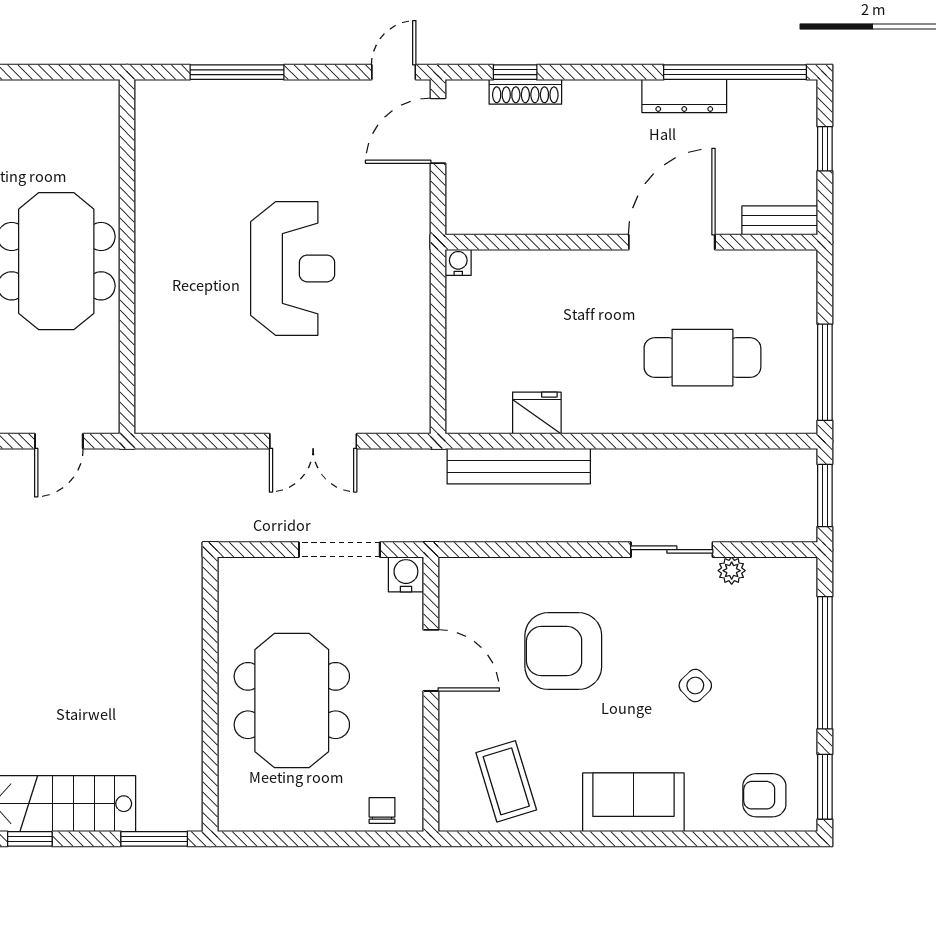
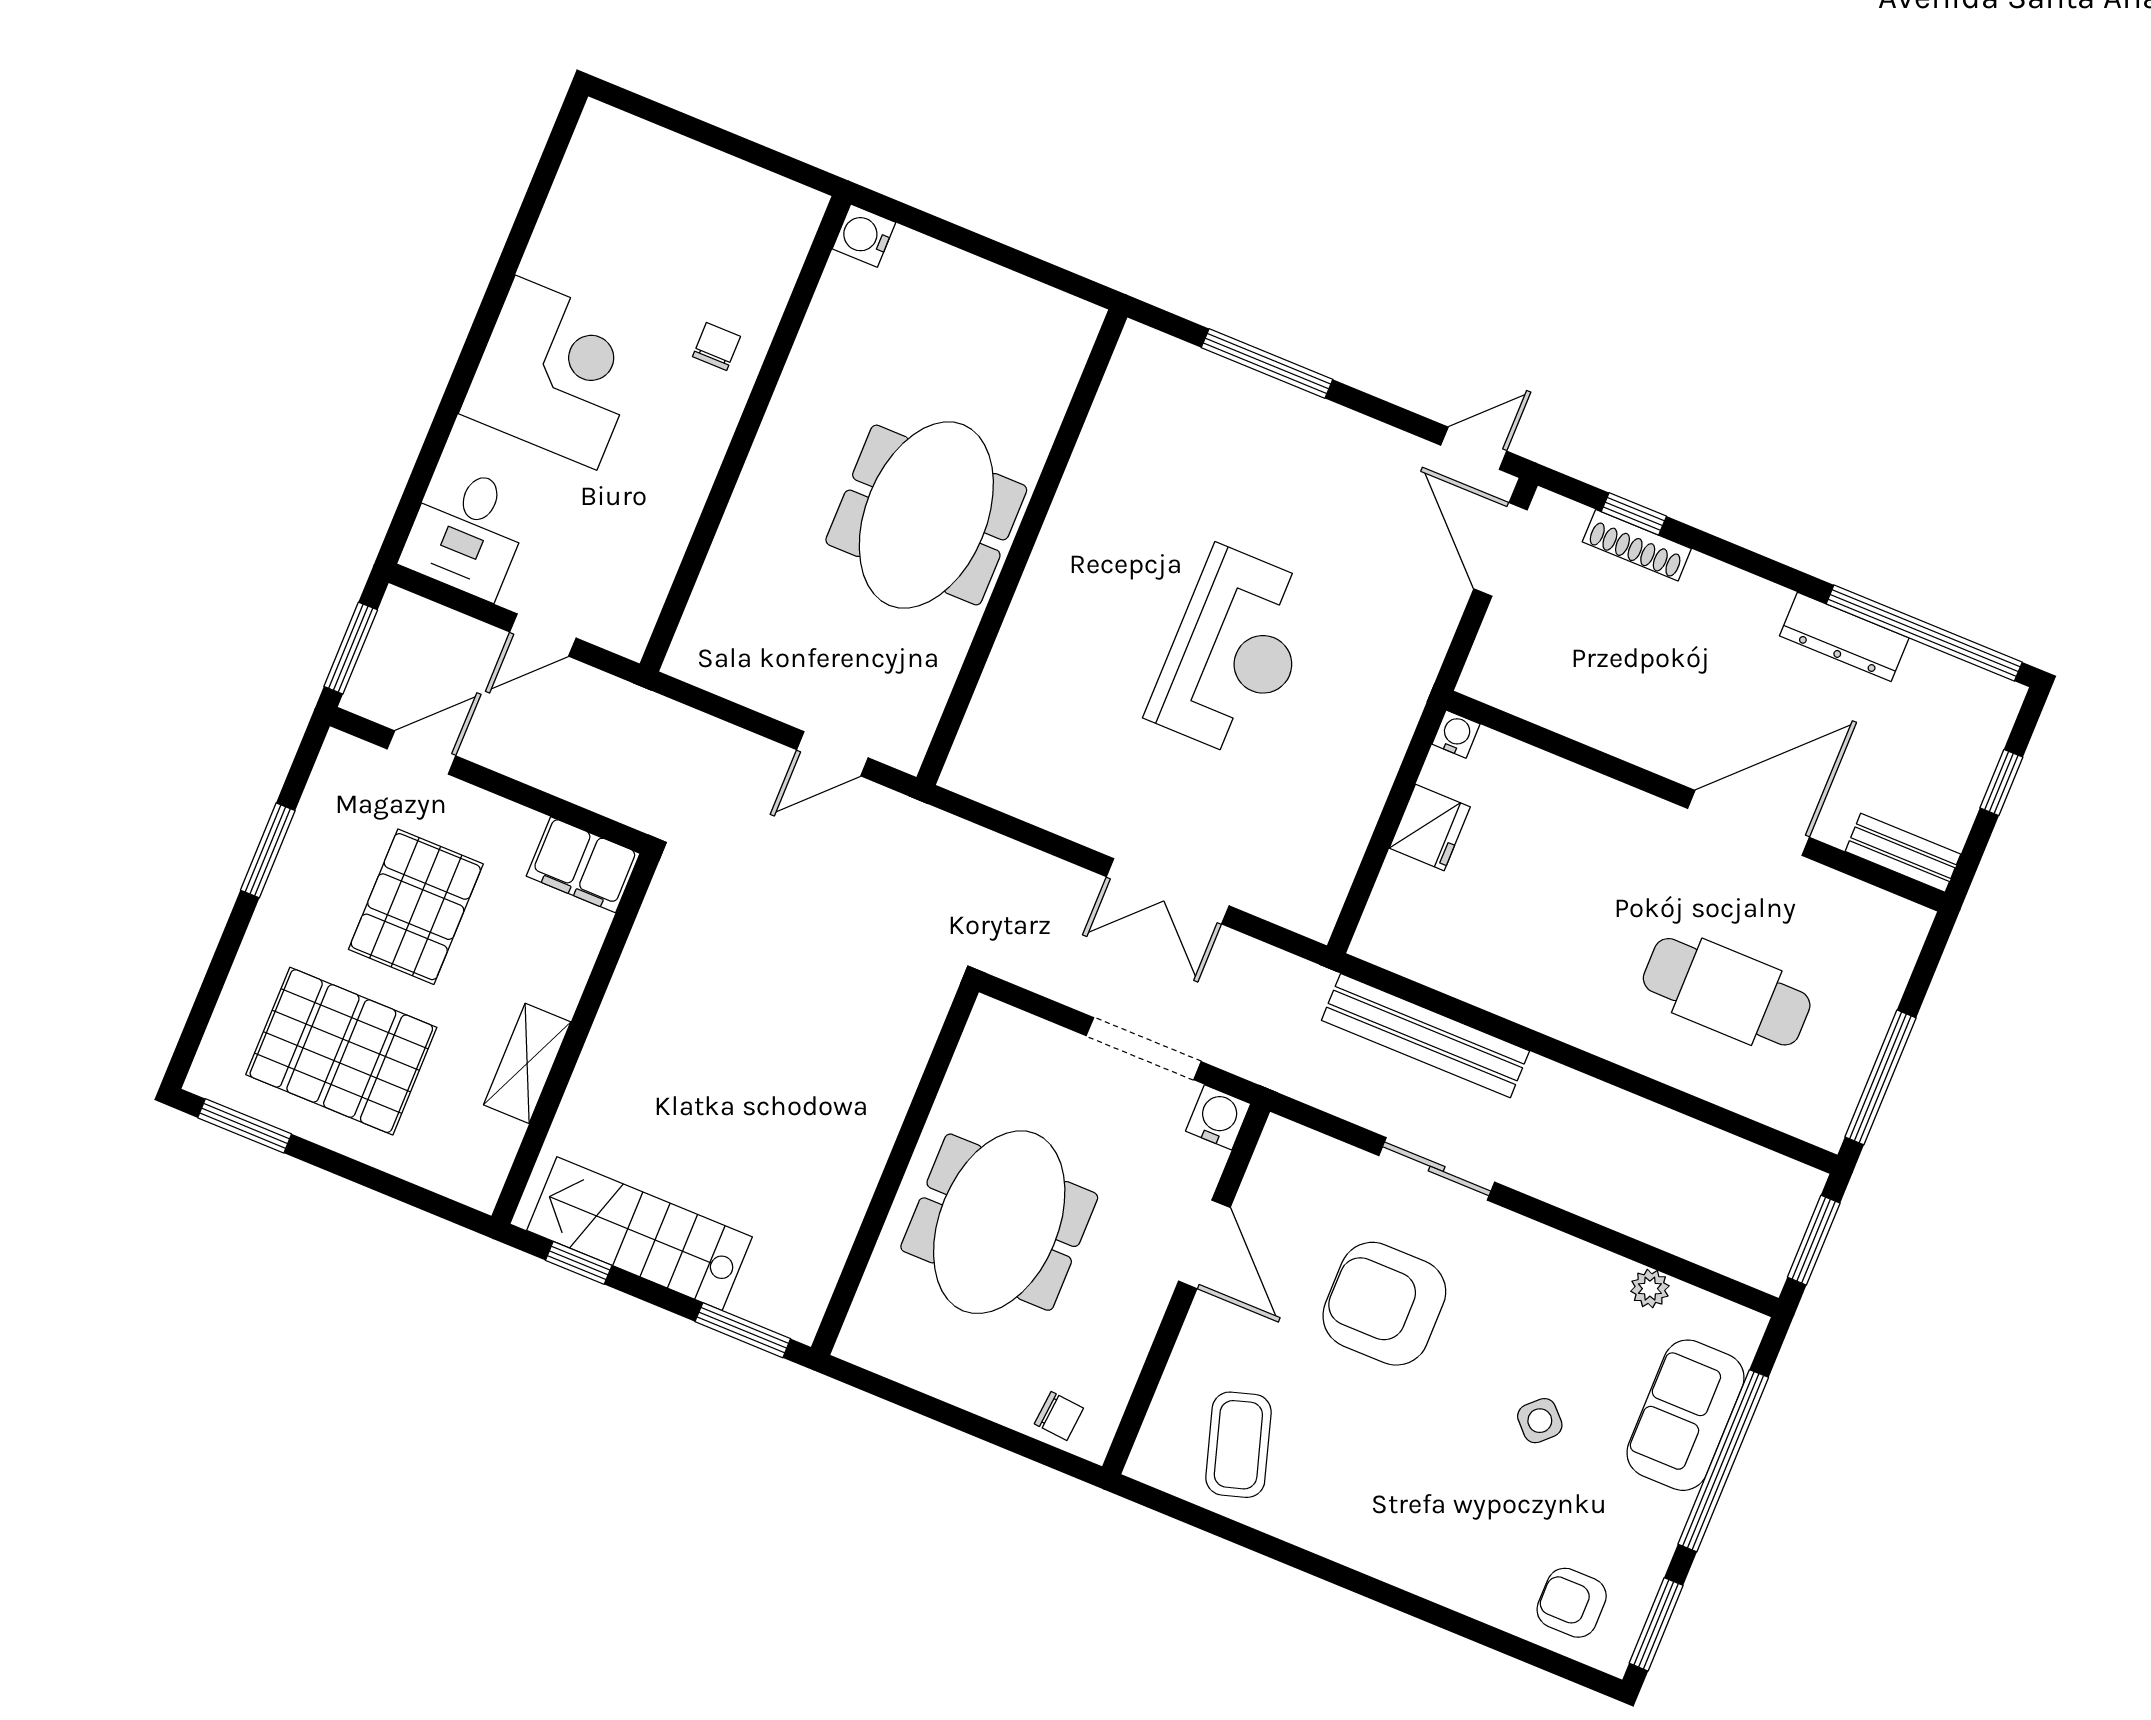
door: (438, 131) -> (1501, 549), hinge flipped
fridge: (537, 413) -> (1430, 828), moved, turned 90
sliding door: (672, 550) -> (1437, 1169), moved
sofa: (633, 802) -> (1685, 1415), moved, turned -90
chair: (382, 810) -> (1059, 1416), turned 95

